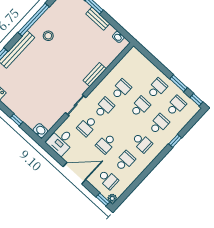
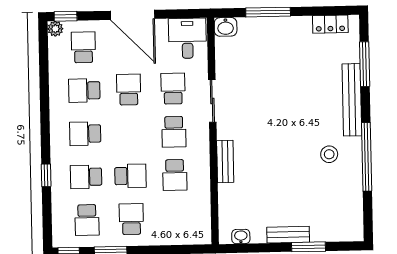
school desk: (157, 88) -> (131, 219), turned 180
school desk: (140, 107) -> (130, 176), turned -90
window: (17, 120) -> (268, 12), width x2.17
school desk: (159, 124) -> (86, 177), turned 90
school desk: (125, 161) -> (84, 91), turned 90
door: (74, 173) -> (132, 15), hinge flipped
school desk: (108, 179) -> (83, 47), turned 90

